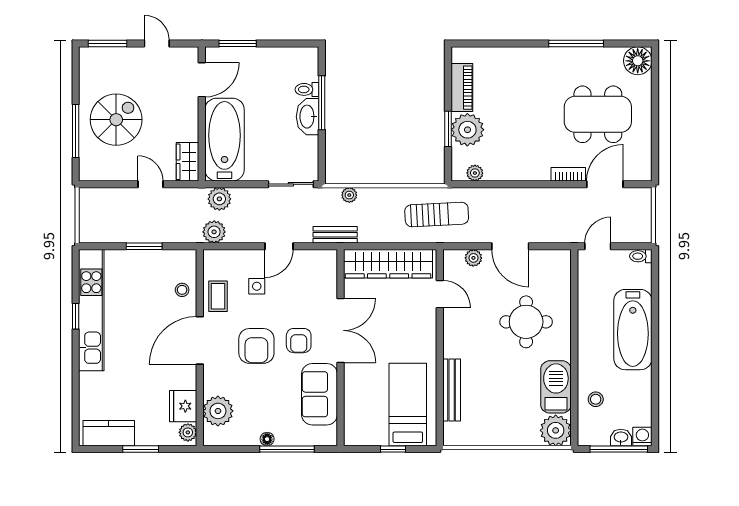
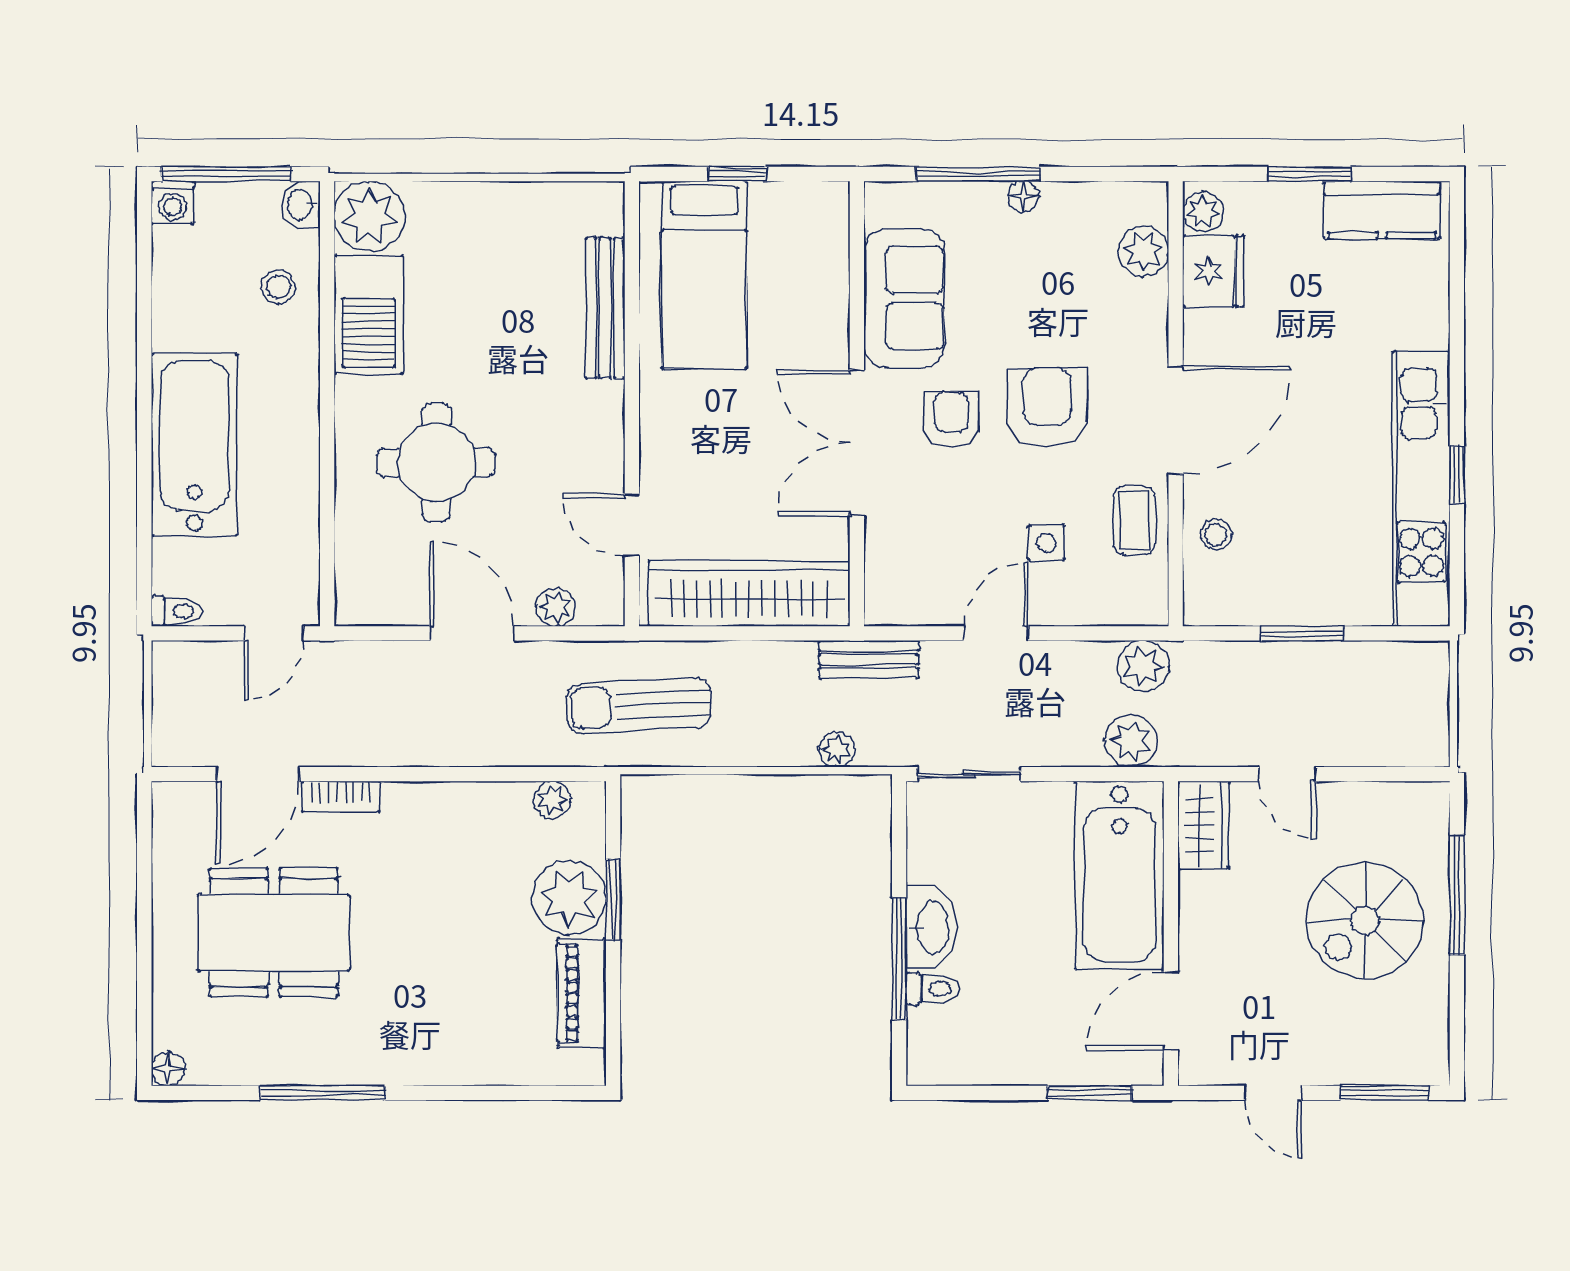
floor lamp: (638, 61) -> (168, 1069), width x0.53, depth x0.53
plant: (218, 411) -> (1144, 251), width x0.73, depth x0.73
washbasin: (621, 438) -> (301, 205), moved, turned 90

